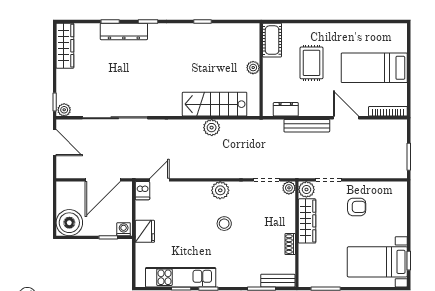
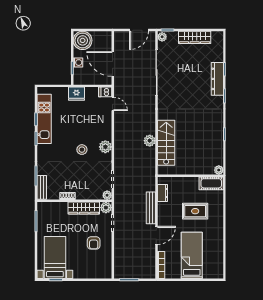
wardrobe: (65, 46) -> (195, 37), moved
plant: (253, 68) -> (219, 170), moved
washing machine: (124, 229) -> (78, 63), moved

